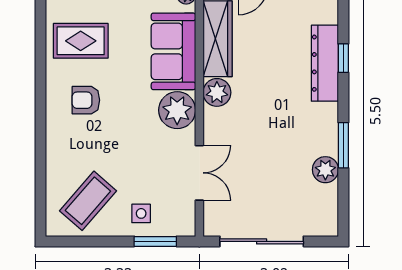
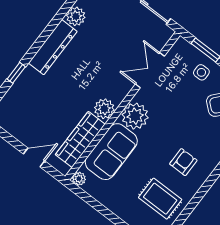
dresser: (325, 63) -> (53, 47), moved
armchair: (86, 100) -> (183, 162), turned -90
window: (343, 145) -> (55, 23), removed

